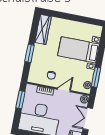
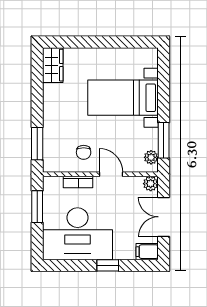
wardrobe: (43, 29) -> (53, 65), width x0.67
window: (29, 53) -> (37, 144), moved
door: (64, 90) -> (111, 174), hinge flipped

